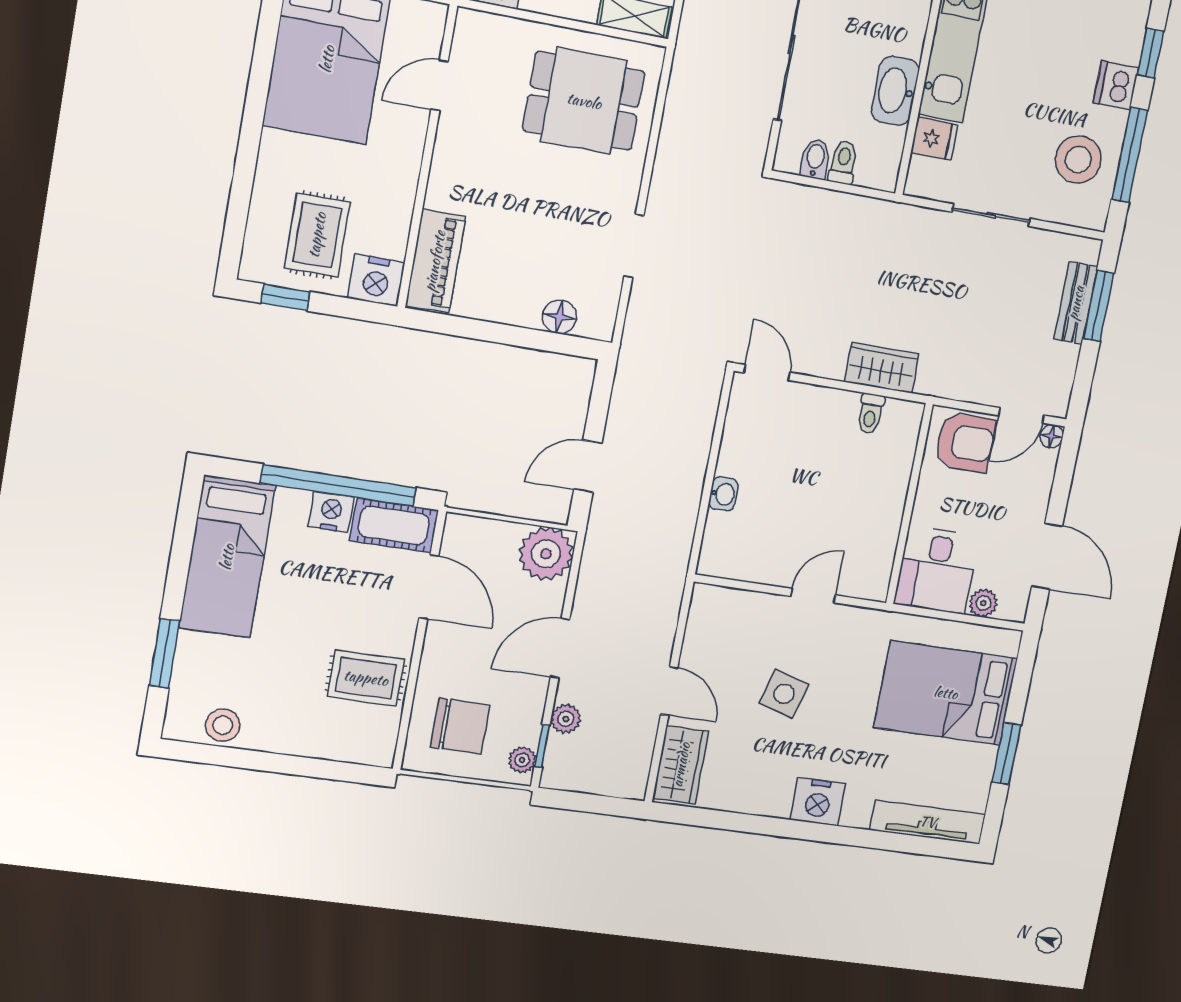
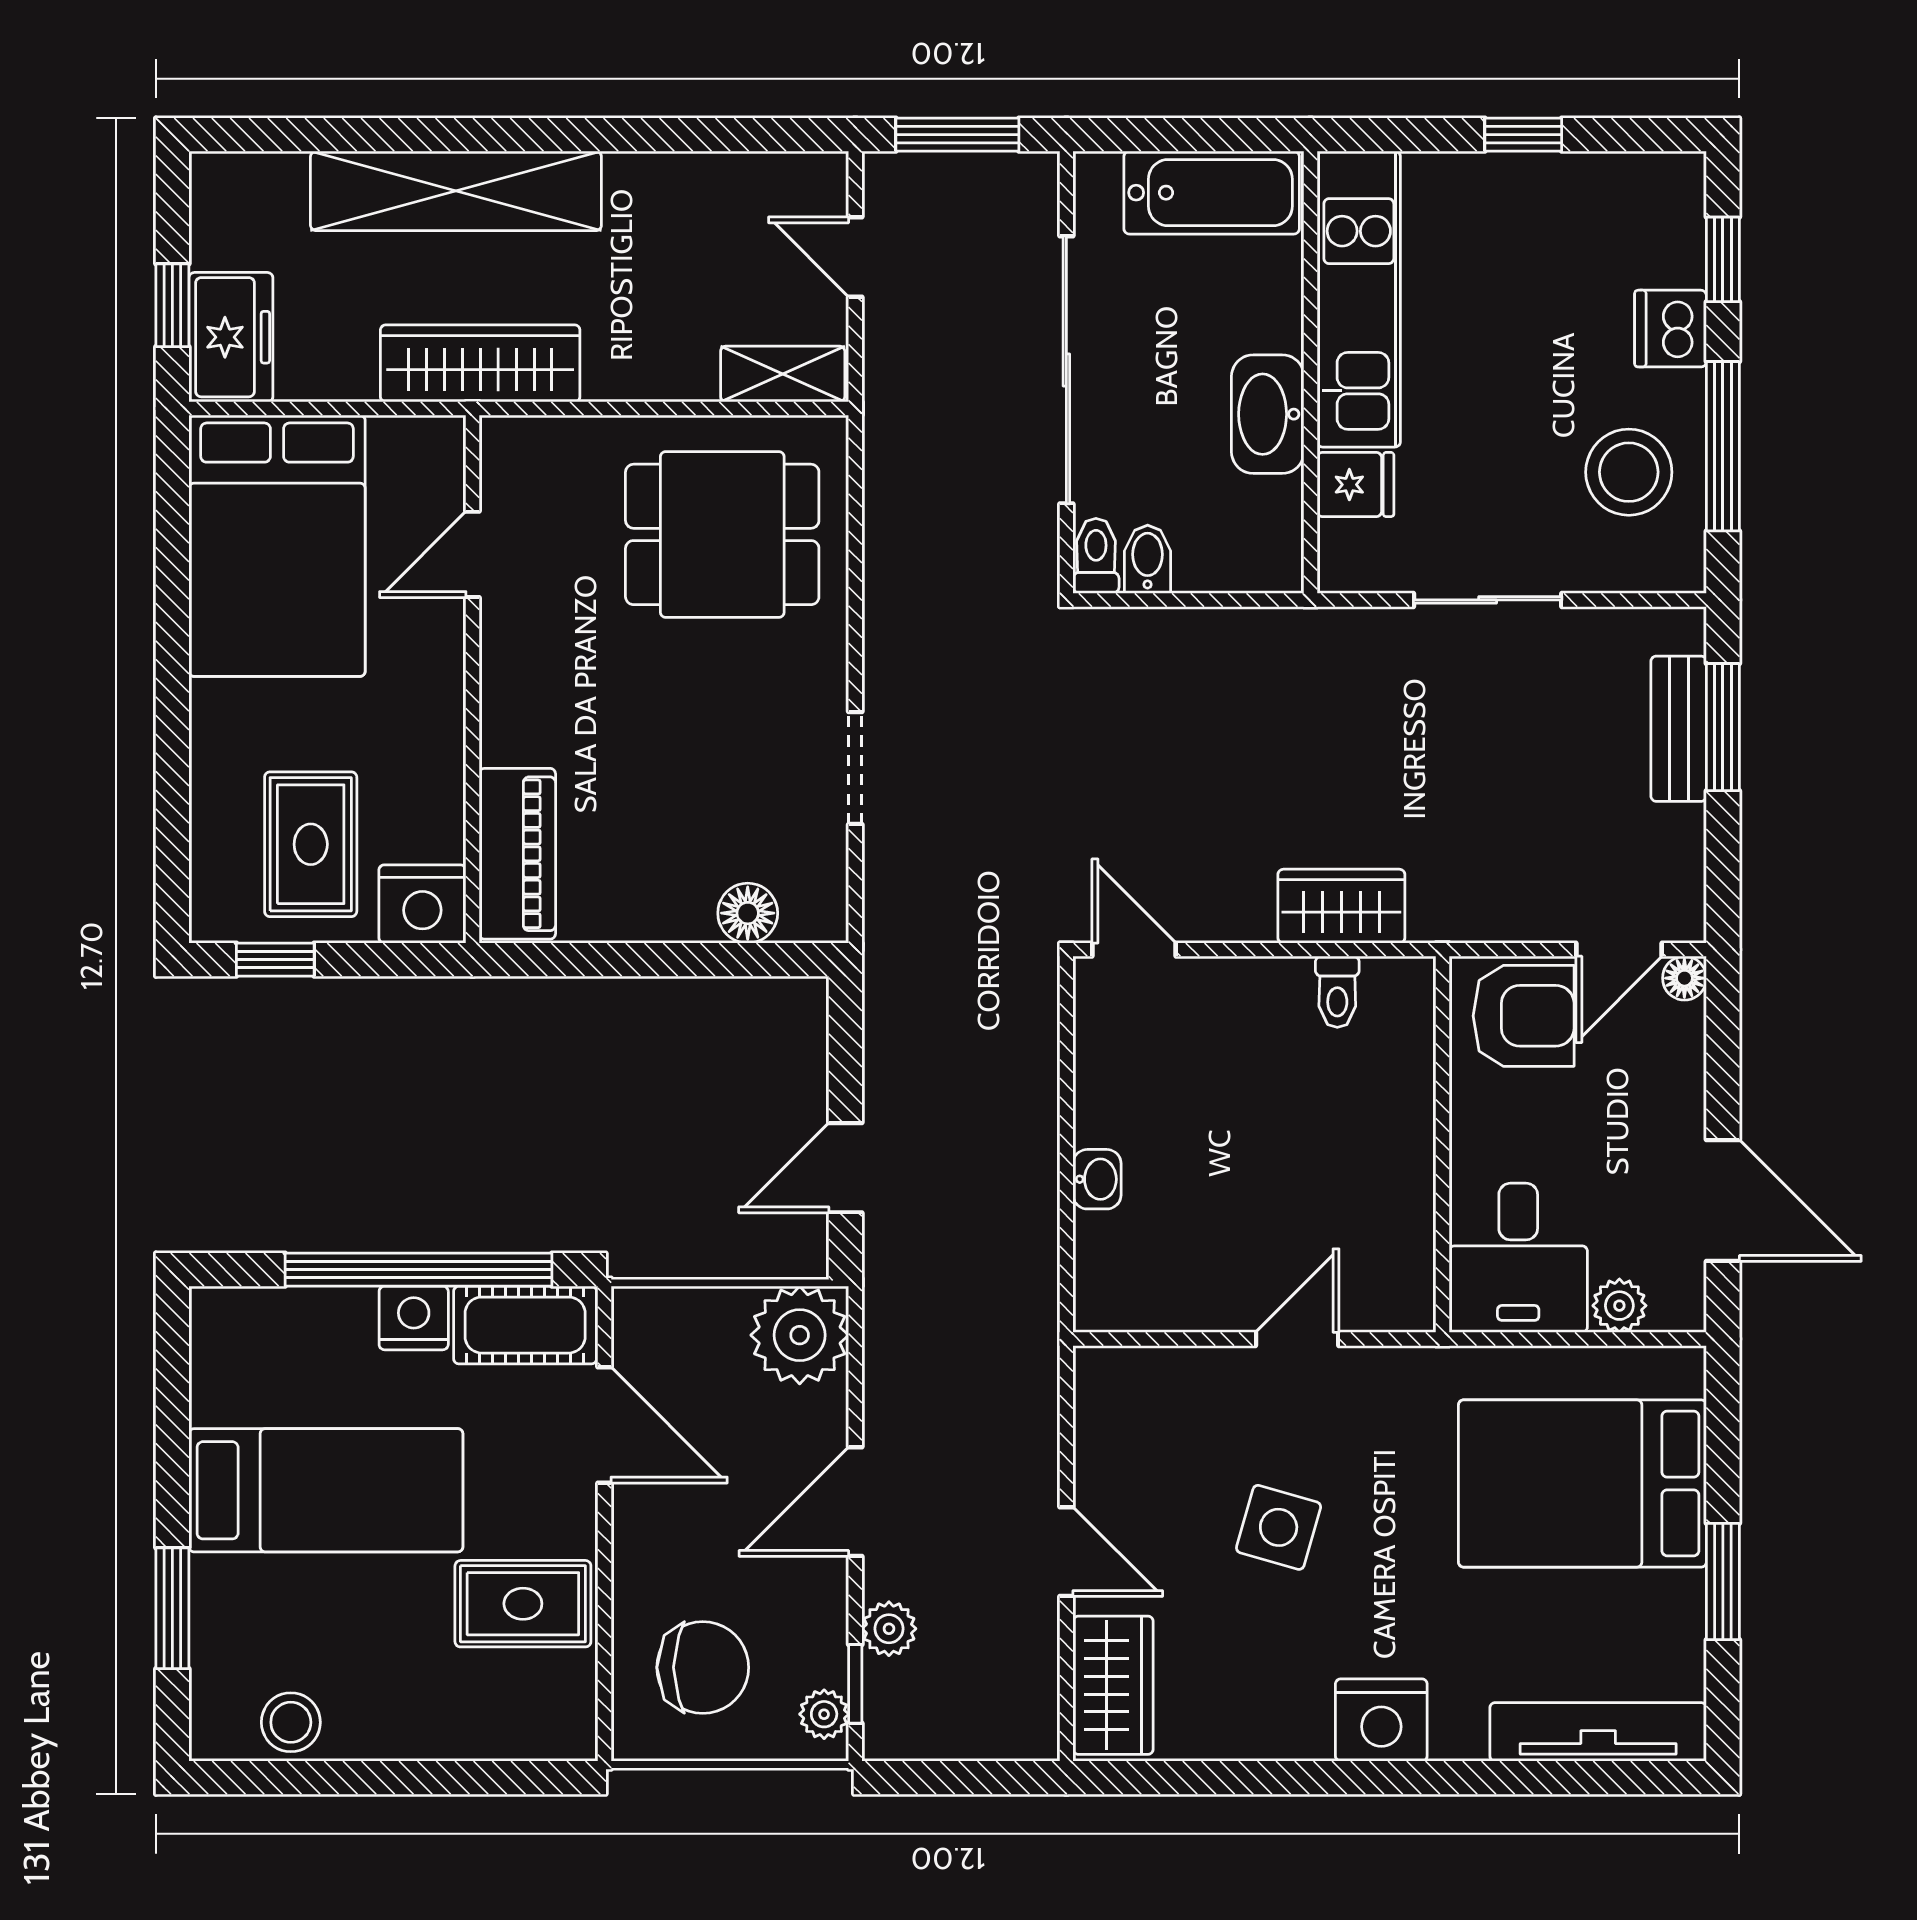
toilet: (843, 162) -> (1096, 556), moved
bed: (227, 557) -> (326, 1490), moved, turned -90

